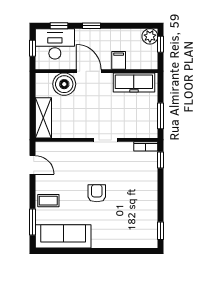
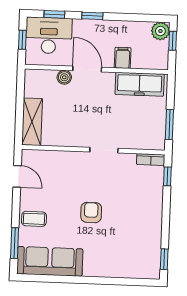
boiler: (64, 84) -> (64, 77), width x0.54, depth x0.54

